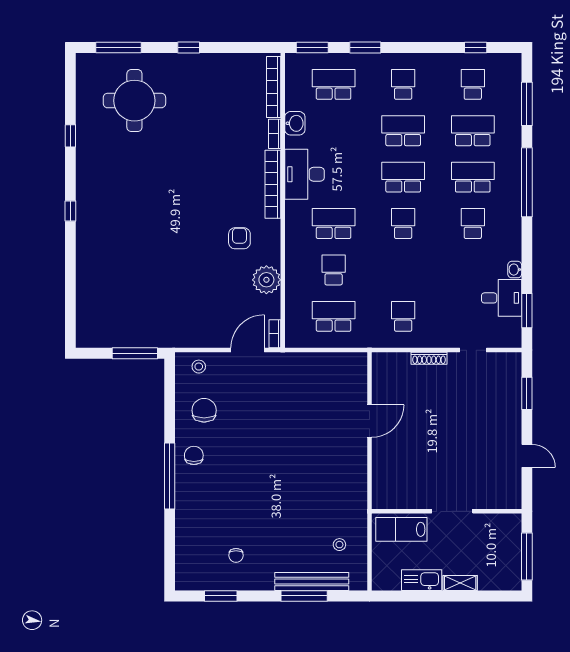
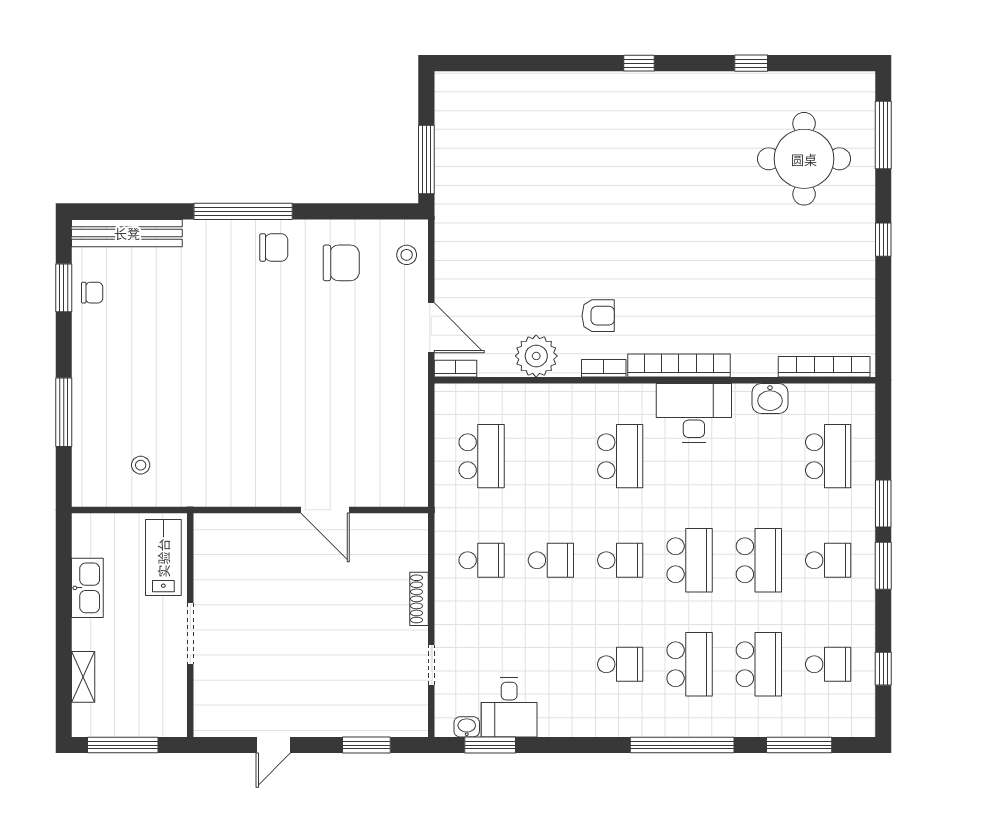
window: (312, 47) -> (883, 566), moved
bookcase: (275, 134) -> (604, 368), moved
school desk: (334, 270) -> (551, 560), moved
washbasin: (515, 270) -> (467, 727), moved
chair: (236, 555) -> (92, 293), moved, turned 180
bench: (312, 581) -> (127, 233), moved, turned 90
shelving: (460, 583) -> (83, 677), moved

